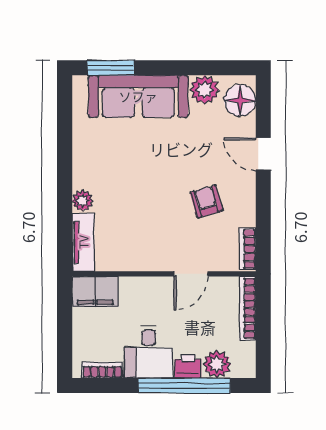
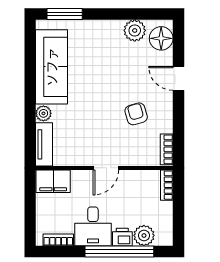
sofa: (138, 96) -> (51, 67), moved, turned -90
door: (191, 274) -> (106, 168), moved
bookcase: (248, 308) -> (167, 185), width x0.64

